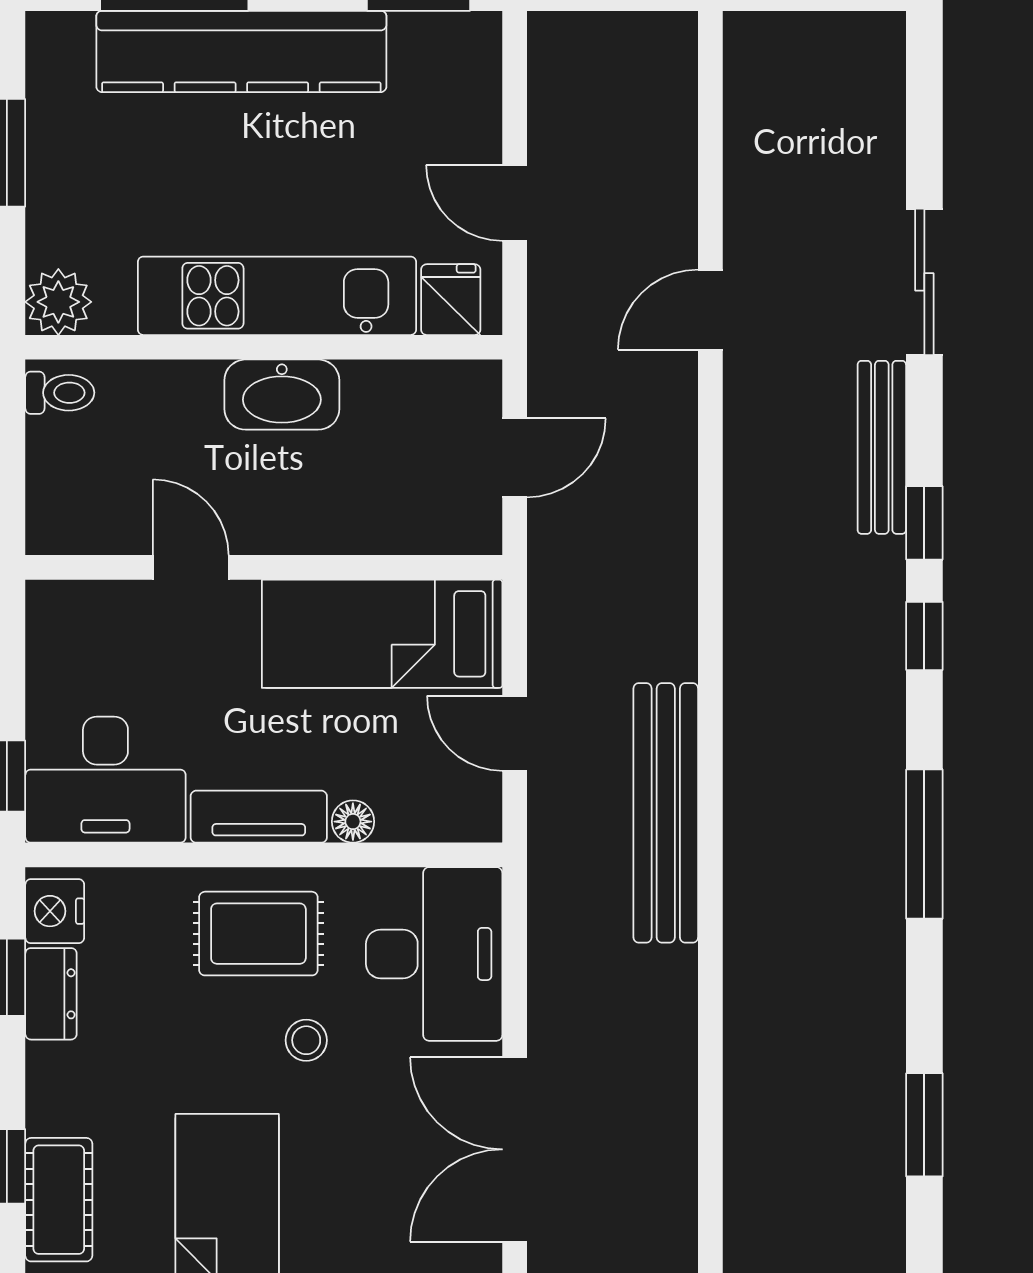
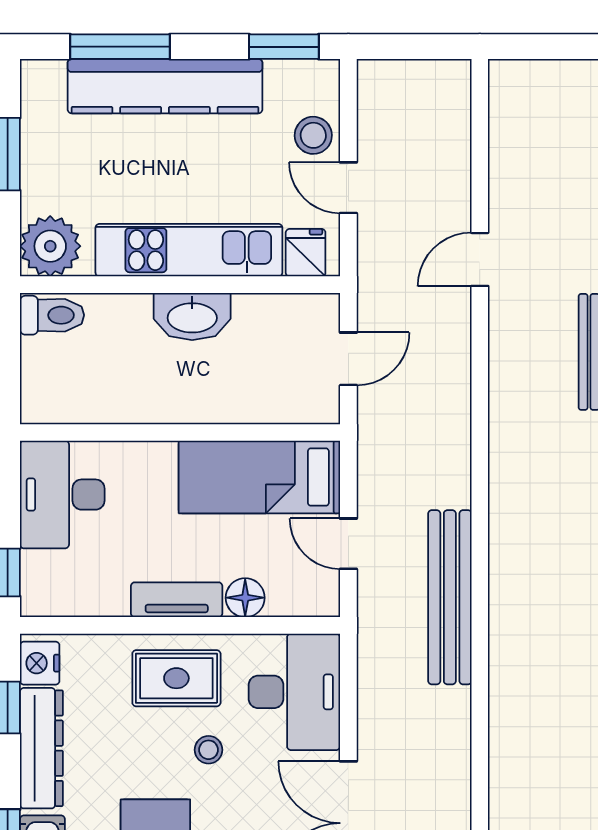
stool: (462, 125) -> (313, 135), added
plant: (58, 302) -> (50, 246), width x1.36, depth x1.36
toilet: (60, 393) -> (52, 315), width x1.37, depth x1.39
door: (191, 567) -> (131, 432), removed
desk: (105, 780) -> (62, 495), moved, turned 90
floor lamp: (353, 822) -> (245, 598), width x1.37, depth x1.37
dresser: (51, 994) -> (41, 748), width x1.96, depth x1.24

